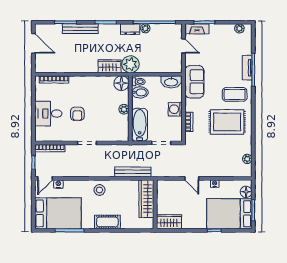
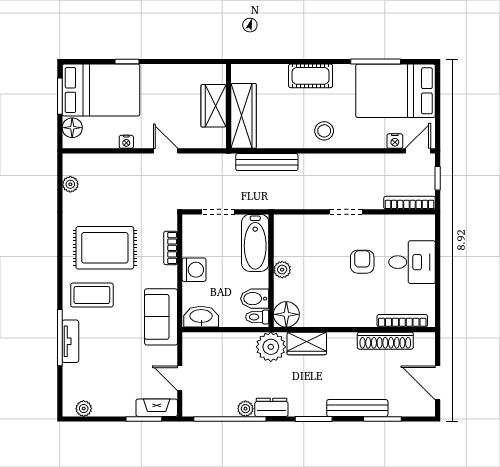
shoe rack: (64, 68) -> (385, 341), added
wardrobe: (169, 222) -> (214, 106), moved, turned 90

